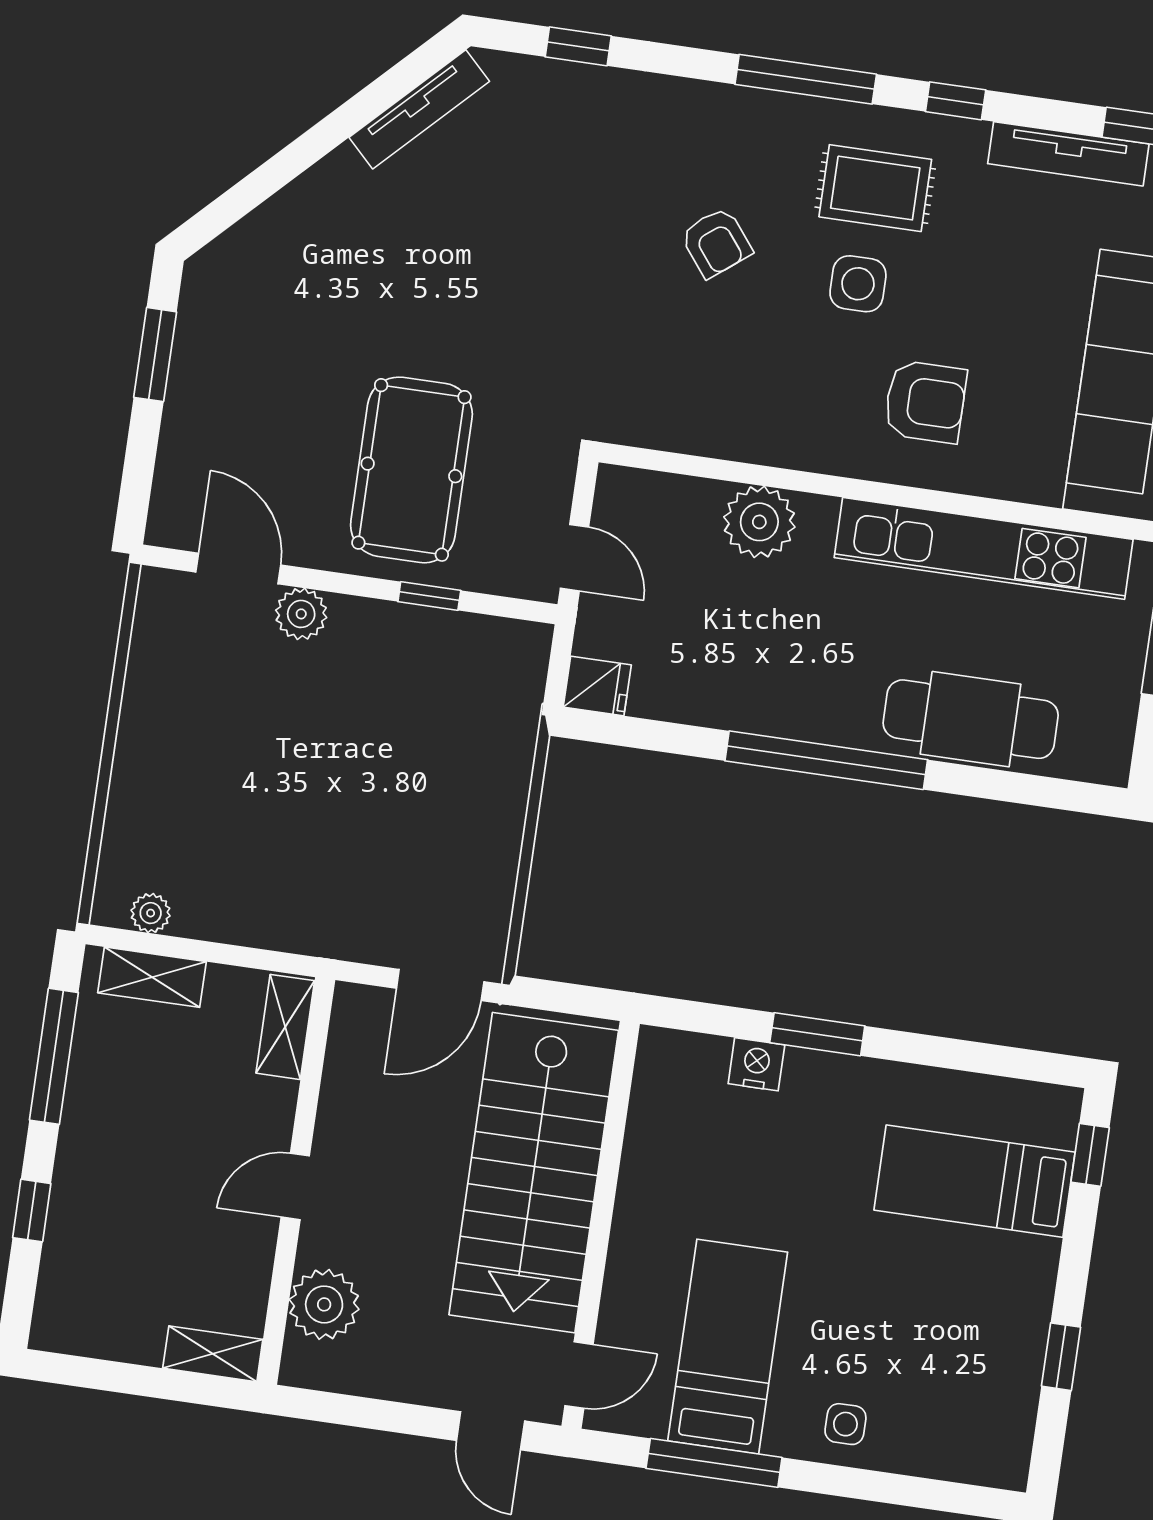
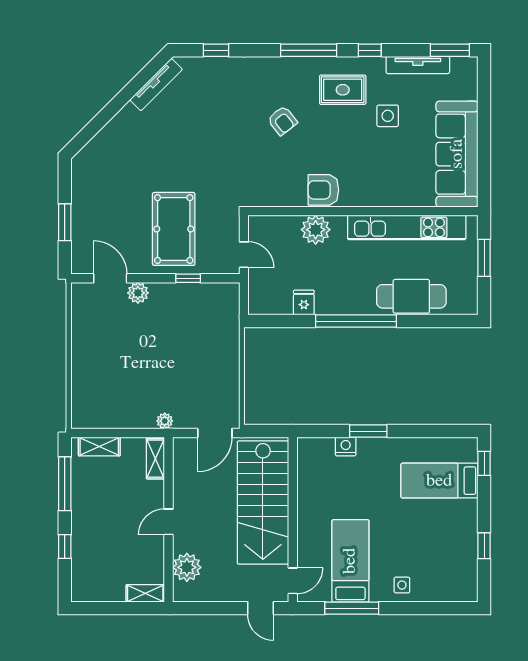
side table: (858, 284) -> (388, 116), moved
window: (155, 355) -> (65, 222), moved
armchair: (925, 402) -> (323, 190), moved, turned 180
fridge: (597, 686) -> (304, 303), moved, turned -90
plant: (151, 913) -> (165, 421), moved

